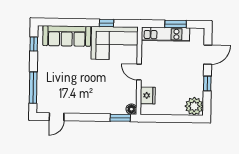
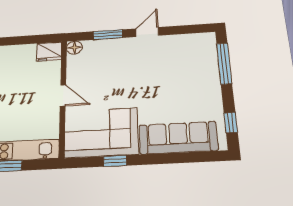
fridge: (148, 95) -> (49, 52), moved, turned -90
door: (57, 117) -> (147, 32), moved
window: (120, 118) -> (108, 35), moved

